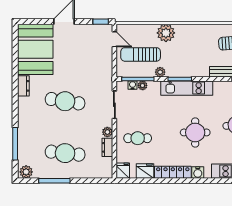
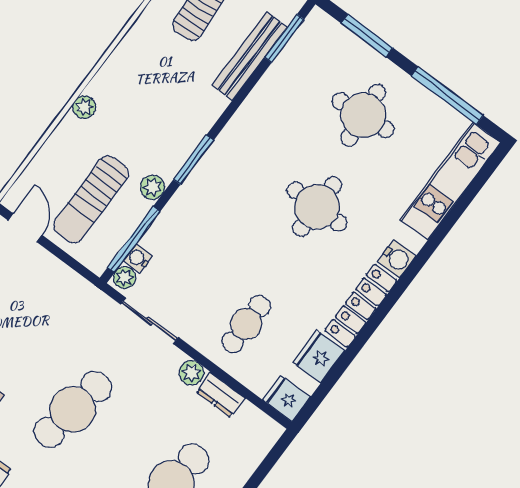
plant: (166, 33) -> (84, 107), width x0.53, depth x0.53
door: (114, 39) -> (25, 228), hinge flipped
plant: (143, 85) -> (124, 278), moved
kitchen unit: (187, 88) -> (221, 160), removed

